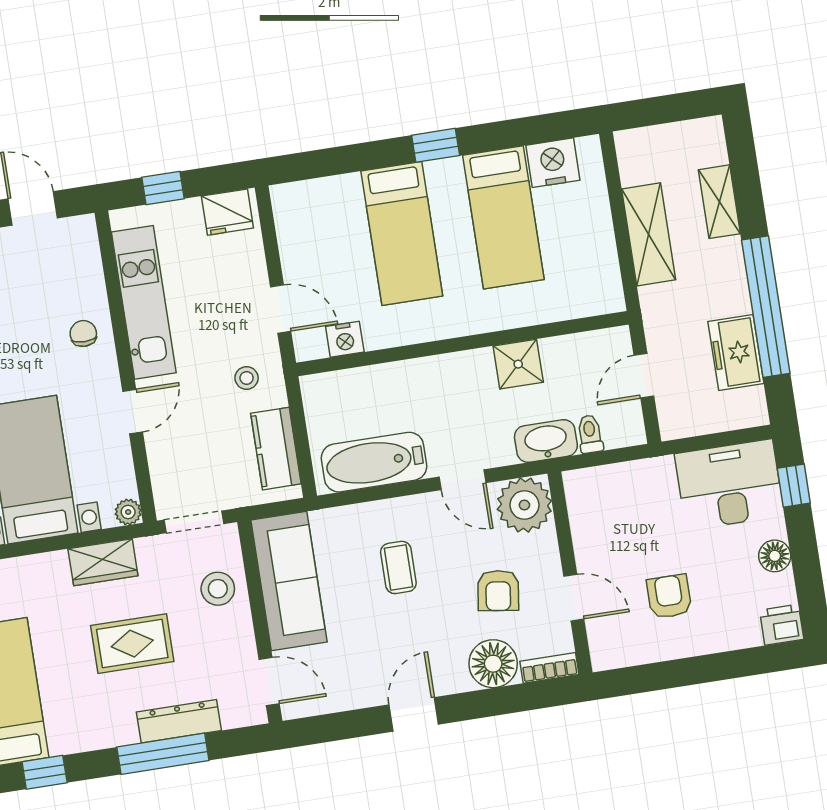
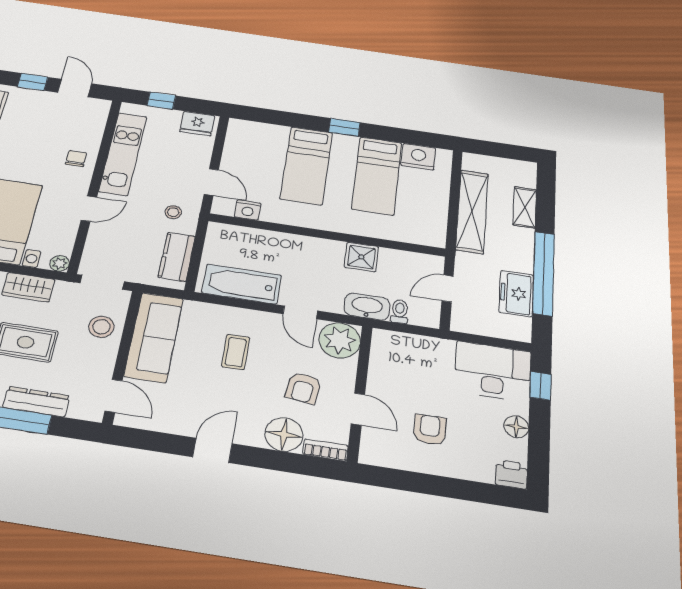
shelving: (649, 234) -> (472, 211), width x1.47

